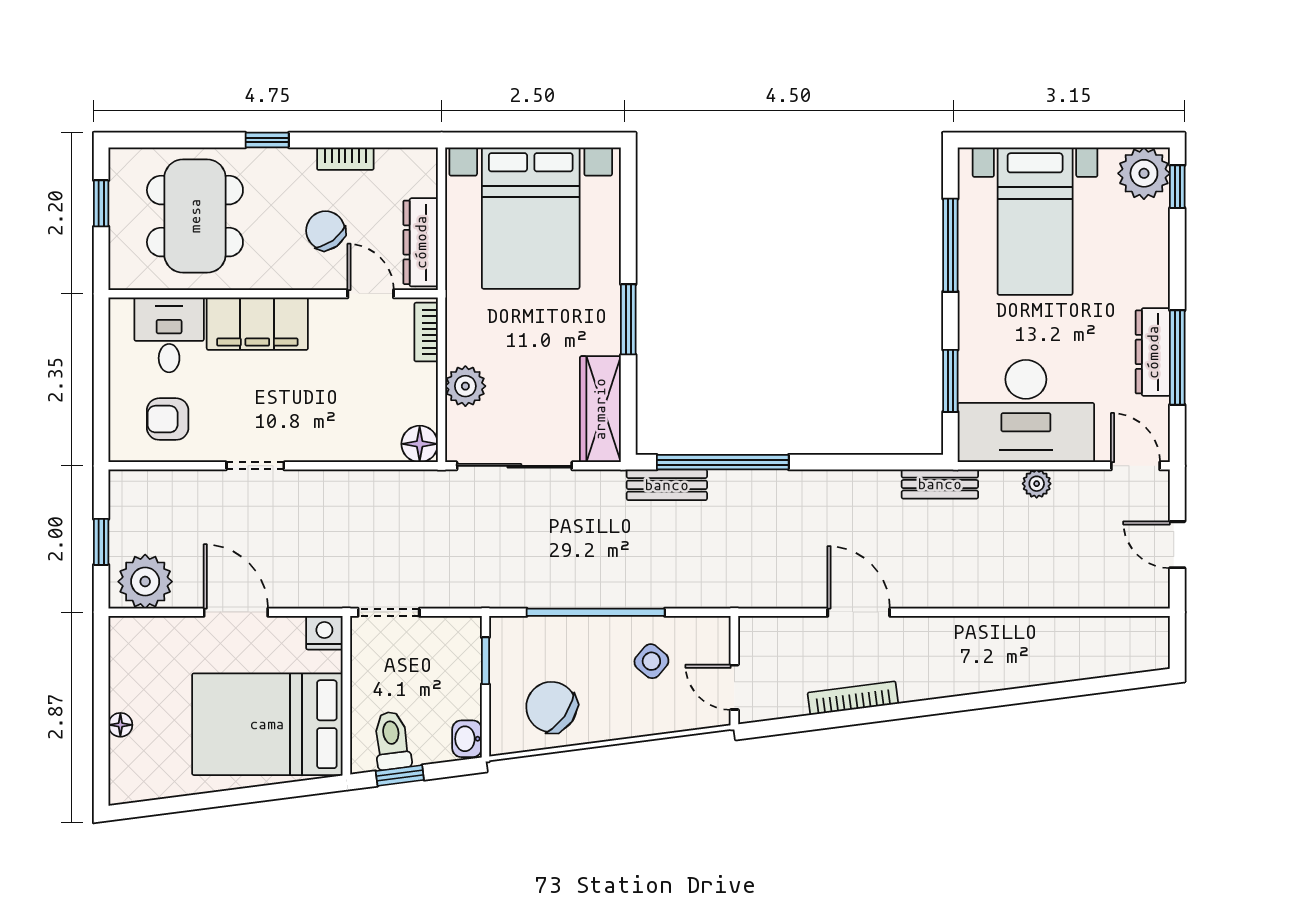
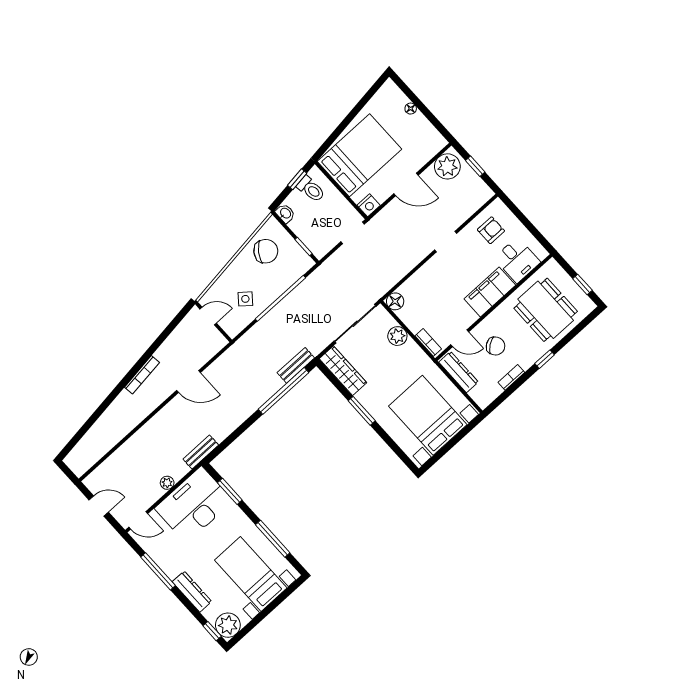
dresser: (1153, 352) -> (192, 592), moved
bookcase: (853, 698) -> (142, 375), moved

